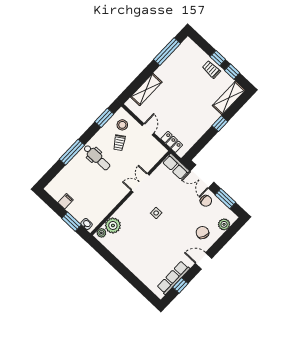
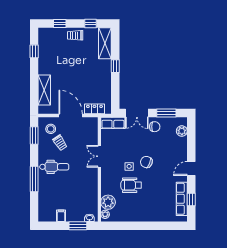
window: (167, 52) -> (34, 51), width x0.46
window: (218, 58) -> (60, 24), moved
door: (148, 129) -> (71, 115), width x1.87
wheelchair: (144, 229) -> (131, 185), added
chair: (202, 233) -> (146, 162), moved

